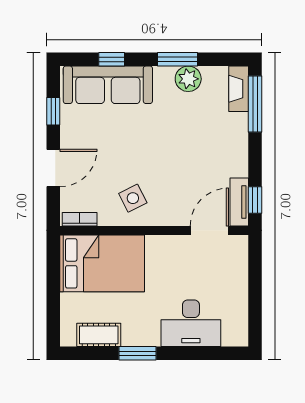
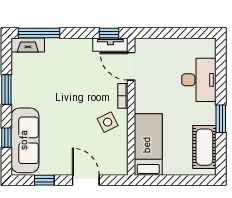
plant: (188, 79) -> (21, 82), removed
bookcase: (80, 219) -> (123, 96), moved
bed: (102, 263) -> (148, 145), width x0.67
cot: (99, 335) -> (204, 147), width x1.37, depth x1.34

